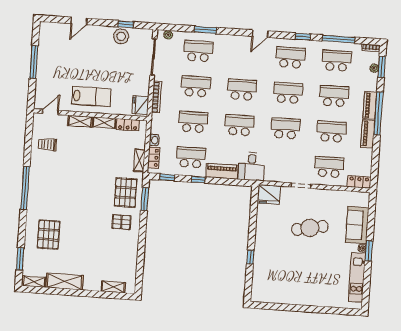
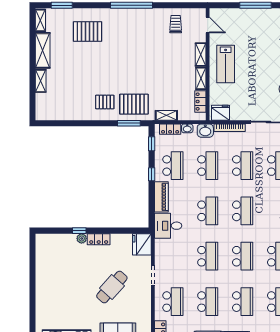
washbasin: (158, 122) -> (205, 131), added
pallet: (121, 222) -> (105, 102), turned 90
cafe table: (310, 228) -> (112, 287), turned 53
locker: (260, 238) -> (99, 239), added
plant: (258, 255) -> (82, 238), added
shelving: (113, 287) -> (41, 81), moved

